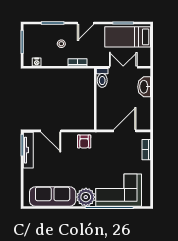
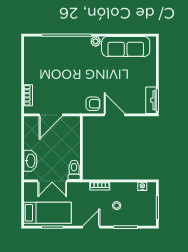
door: (51, 131) -> (115, 115), moved
armchair: (84, 141) -> (93, 104), turned 90
tv unit: (28, 150) -> (151, 100), width x0.71
corner sofa: (119, 190) -> (57, 53), removed
plant: (86, 197) -> (96, 41), width x0.53, depth x0.53

